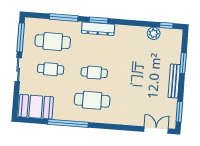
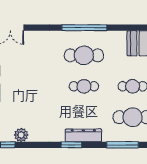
window: (98, 20) -> (71, 145), moved
window: (68, 123) -> (84, 28), moved

